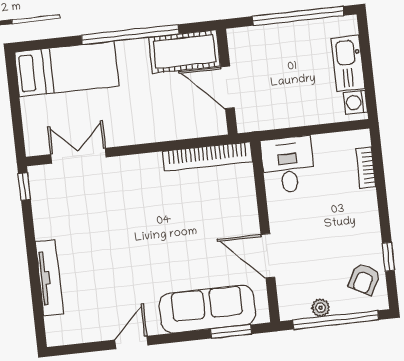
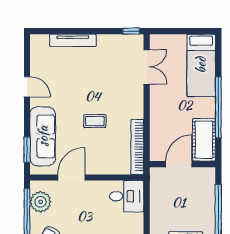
coffee table: (174, 229) -> (95, 121), added
plant: (321, 308) -> (41, 202), width x1.88, depth x1.88

